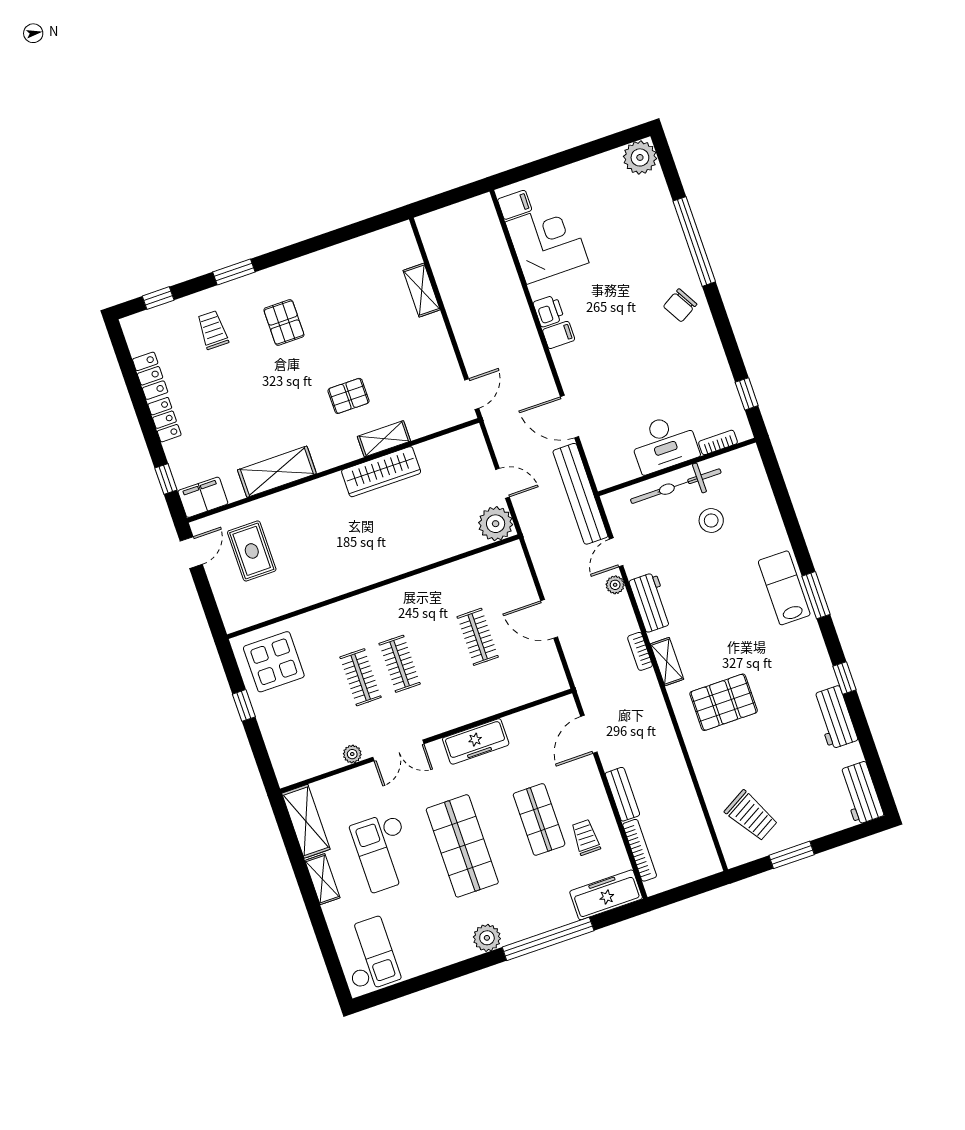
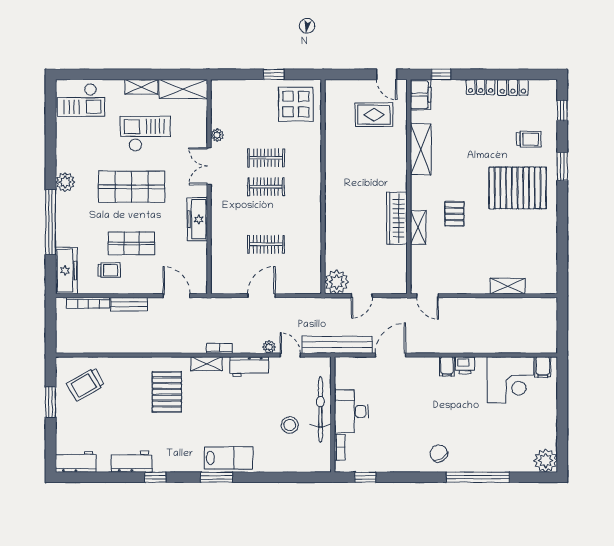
pallet: (284, 322) -> (518, 188), width x2.05, depth x2.00

